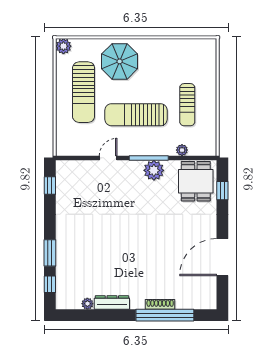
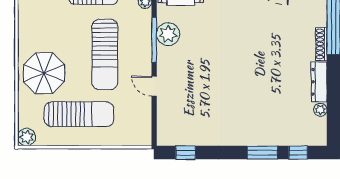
shoe rack: (160, 304) -> (321, 44), moved

